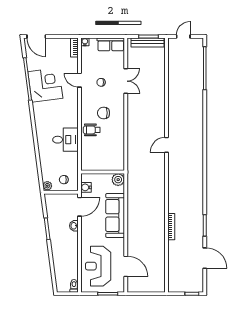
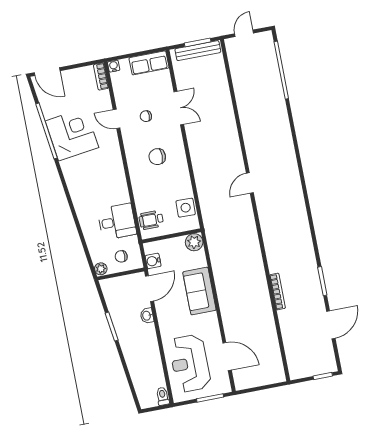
wheelchair: (92, 130) -> (151, 220), moved
desk: (65, 140) -> (117, 222), moved
side table: (117, 154) -> (186, 208), added
sofa: (115, 215) -> (199, 291), width x0.73
door: (205, 258) -> (331, 325), hinge flipped

